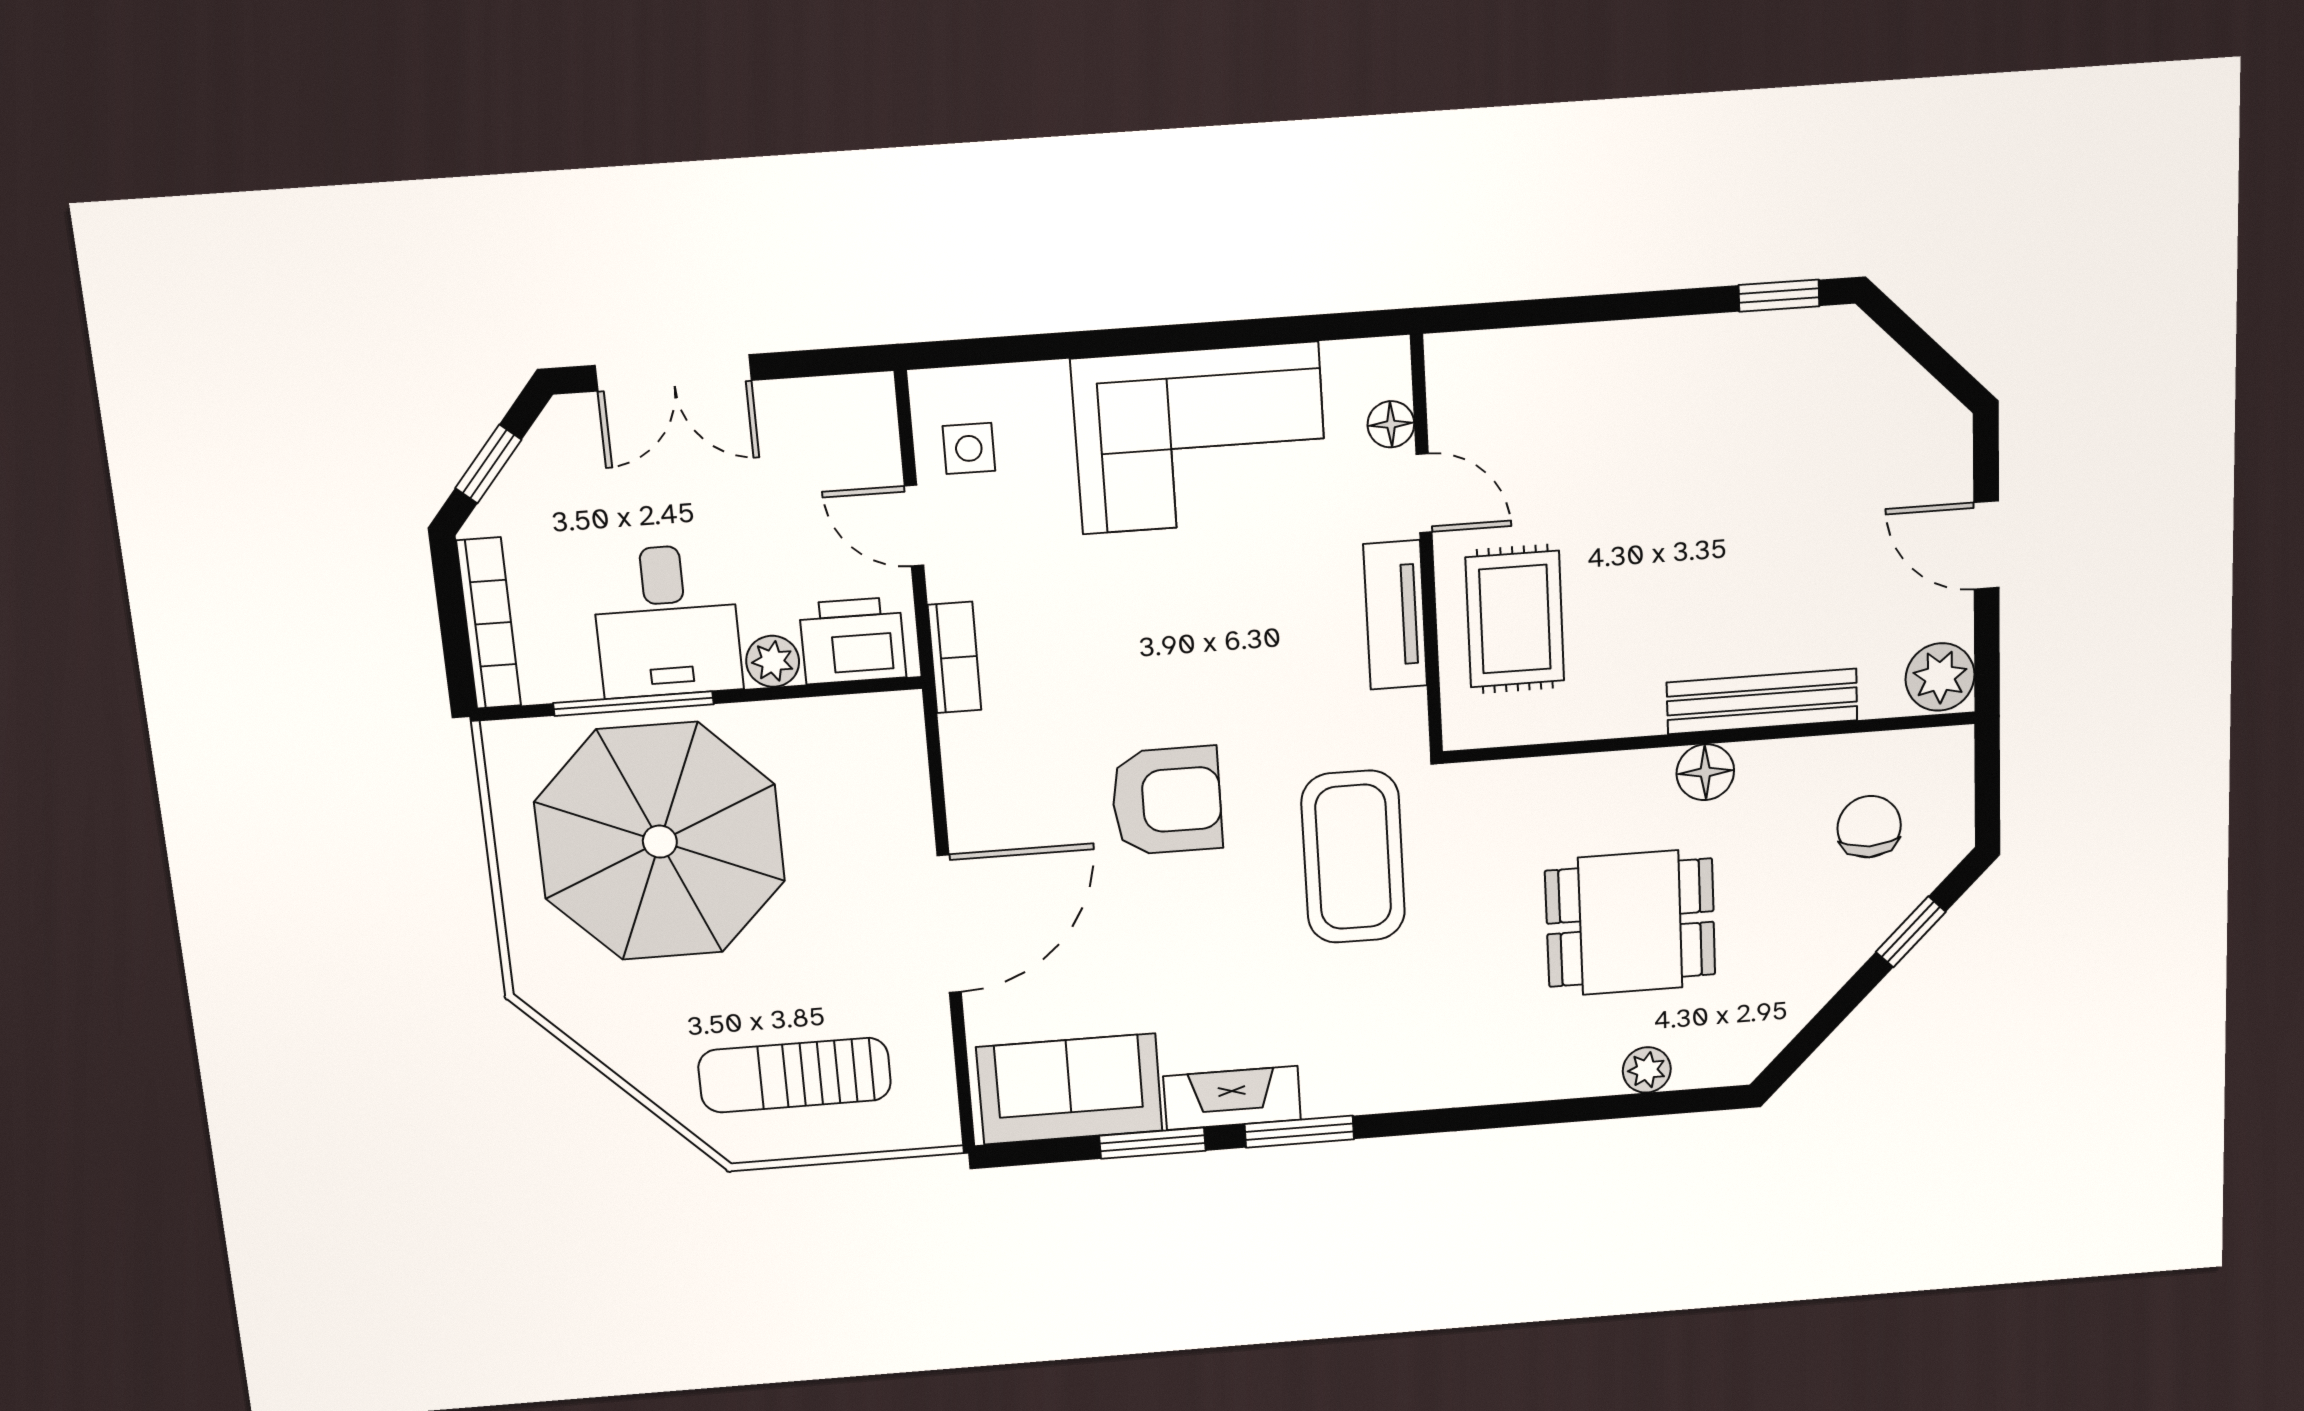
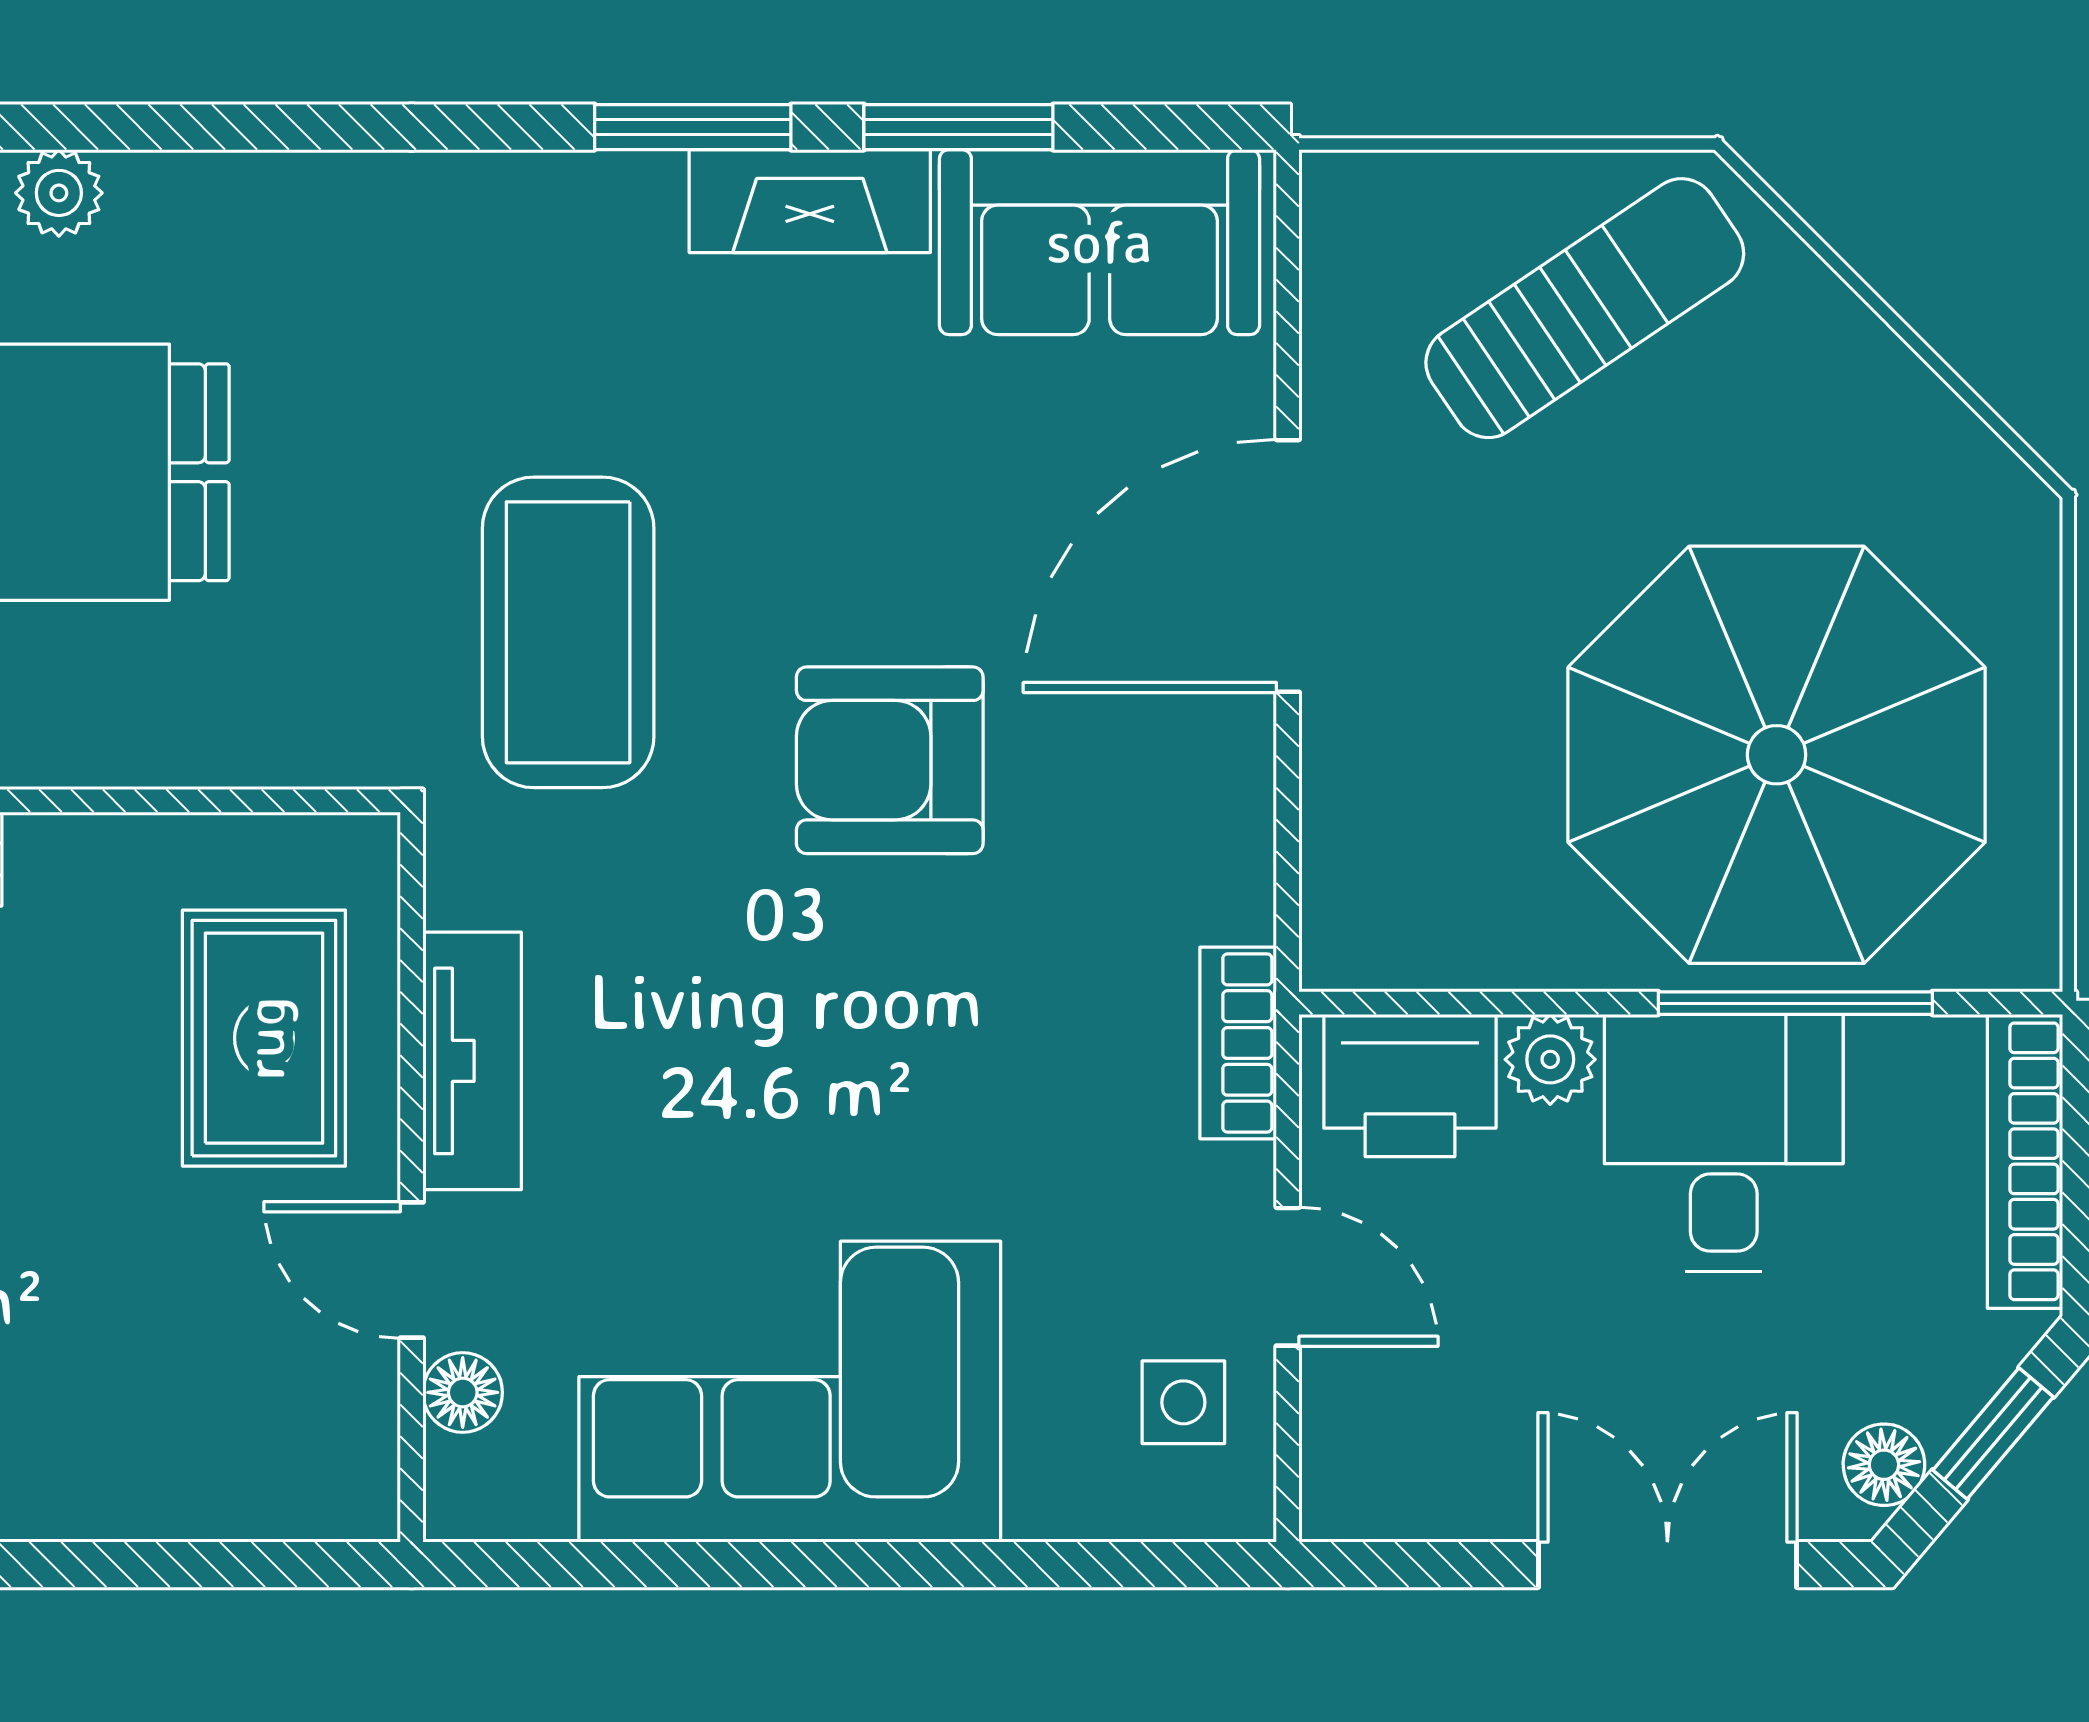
floor lamp: (551, 441) -> (1884, 1465), added
sun lounger: (795, 1075) -> (1585, 308), turned -34

